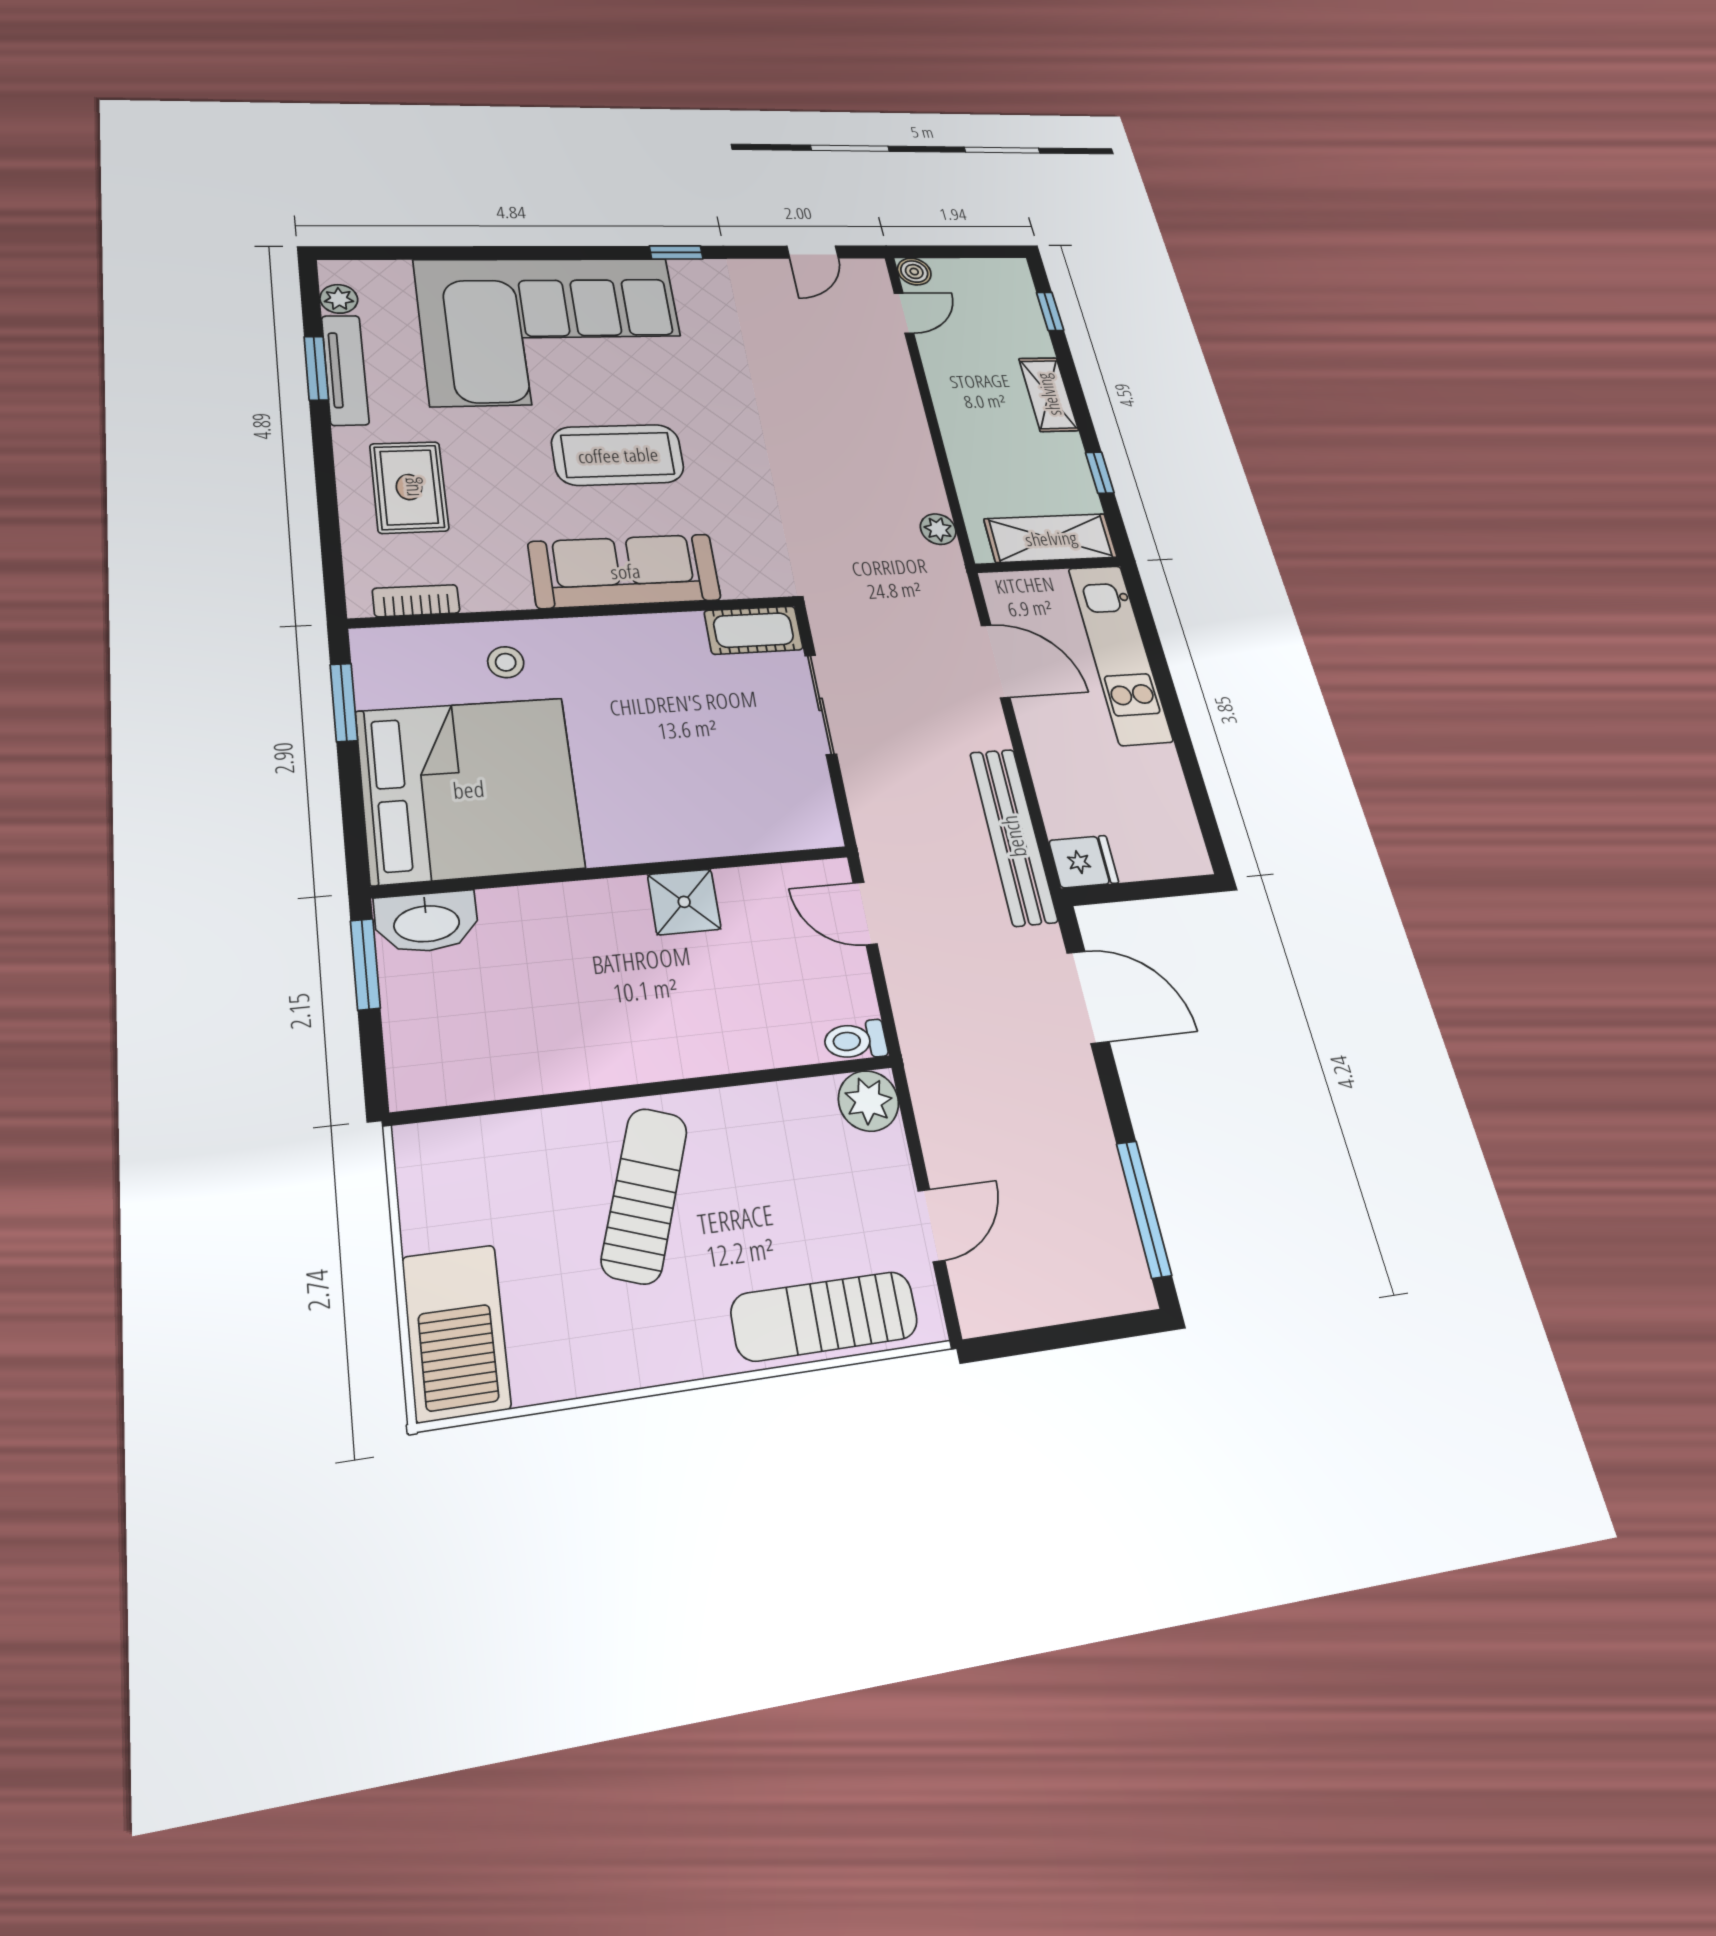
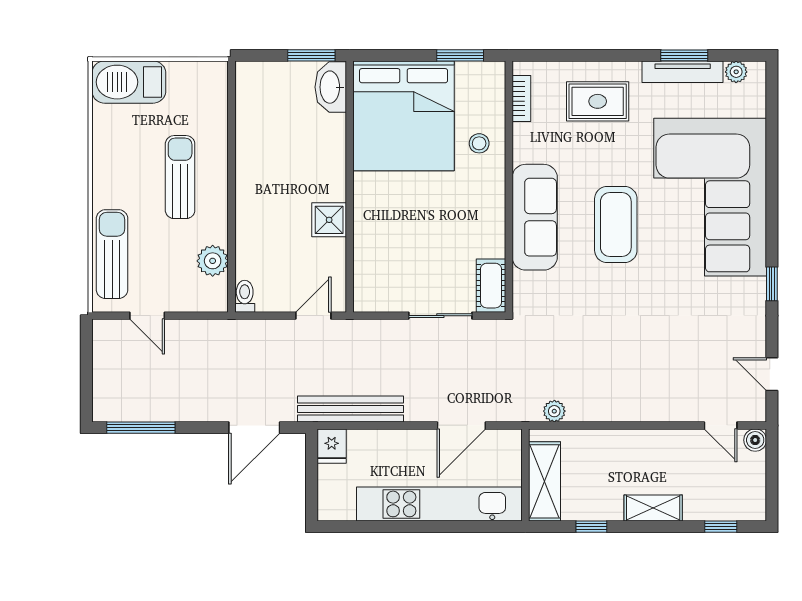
kitchen unit: (1120, 654) -> (439, 504), width x1.36
plant: (868, 1101) -> (213, 261), moved
sun lounger: (645, 1195) -> (180, 177), turned -109

